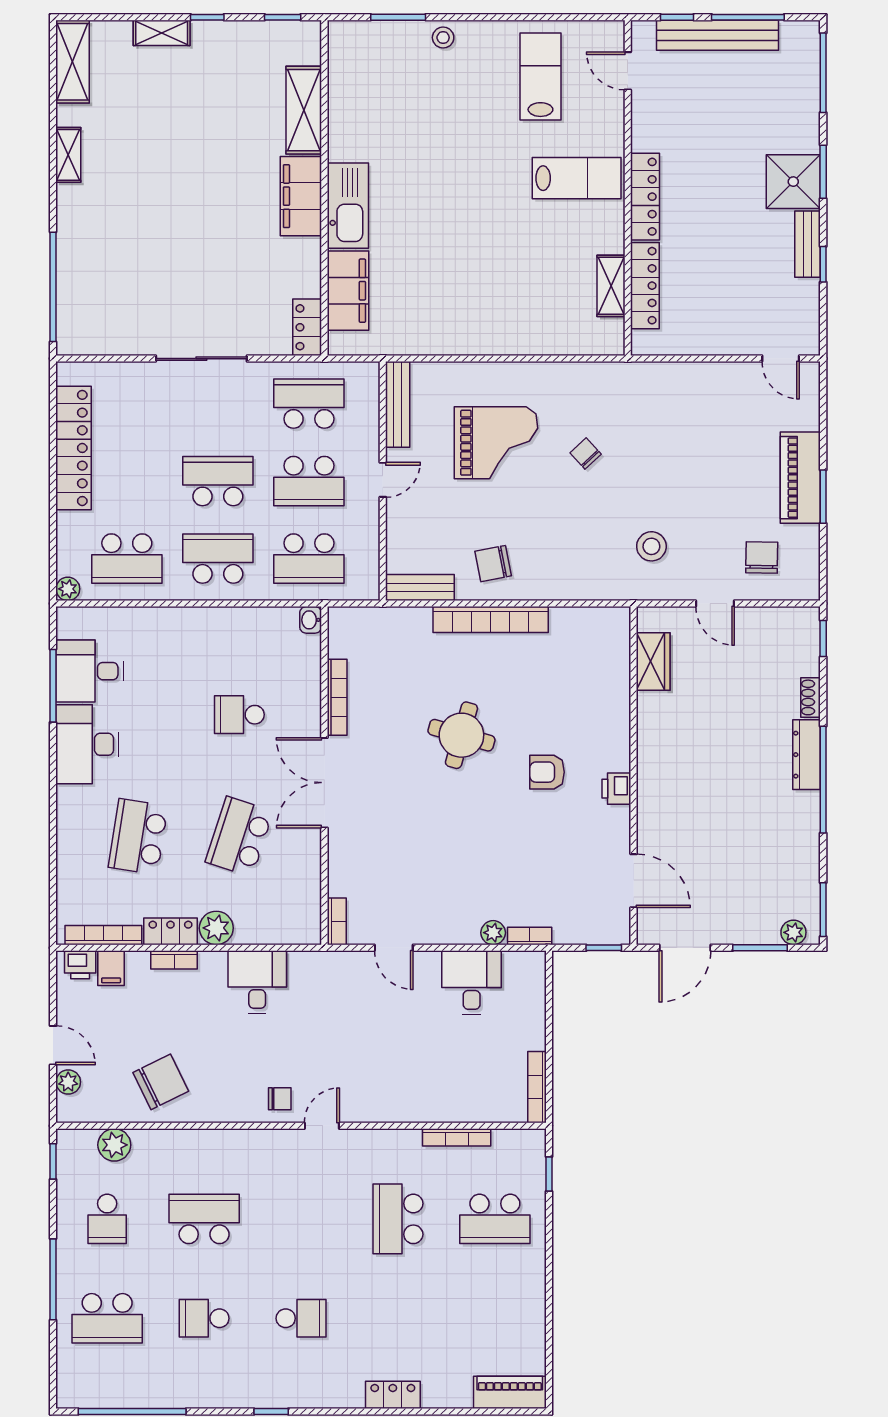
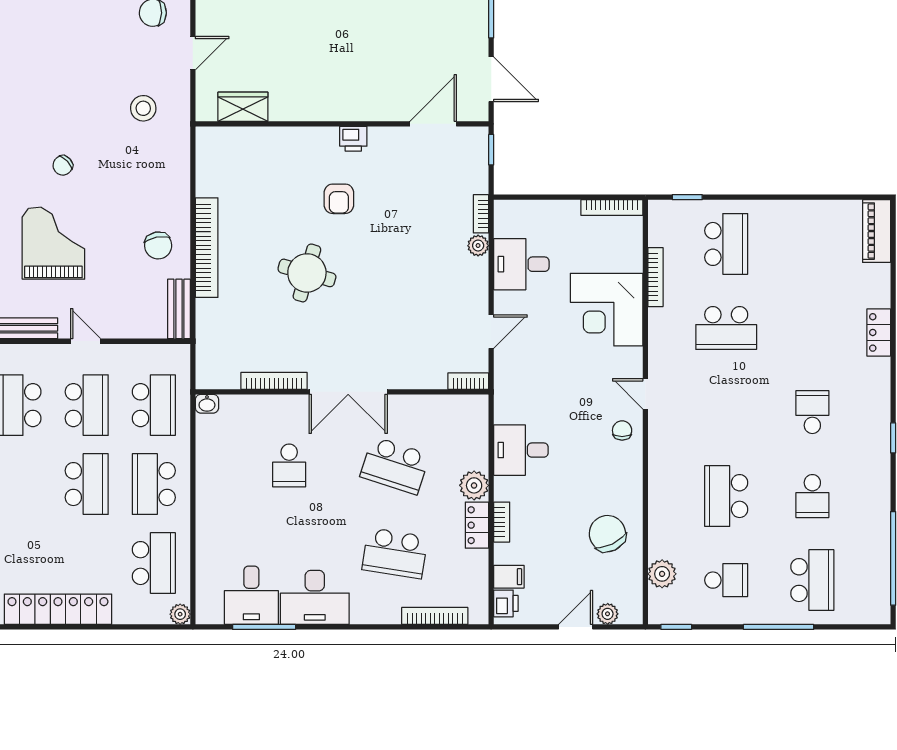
school desk: (218, 481) -> (87, 484), turned 180
bookcase: (103, 935) -> (435, 616), moved, turned 90
corner desk: (419, 1081) -> (607, 310), added

